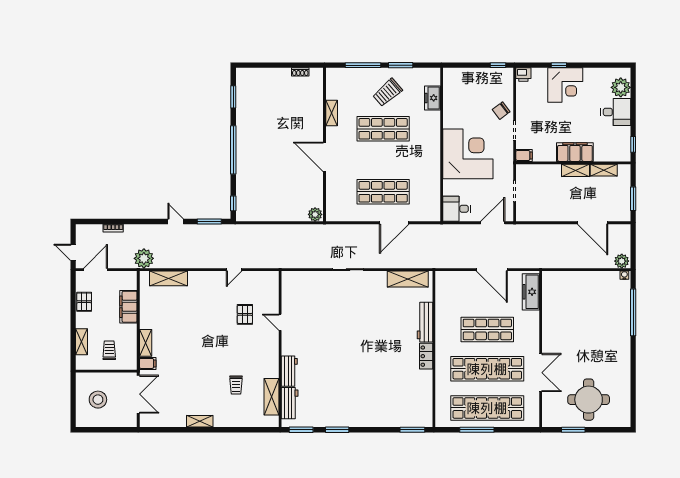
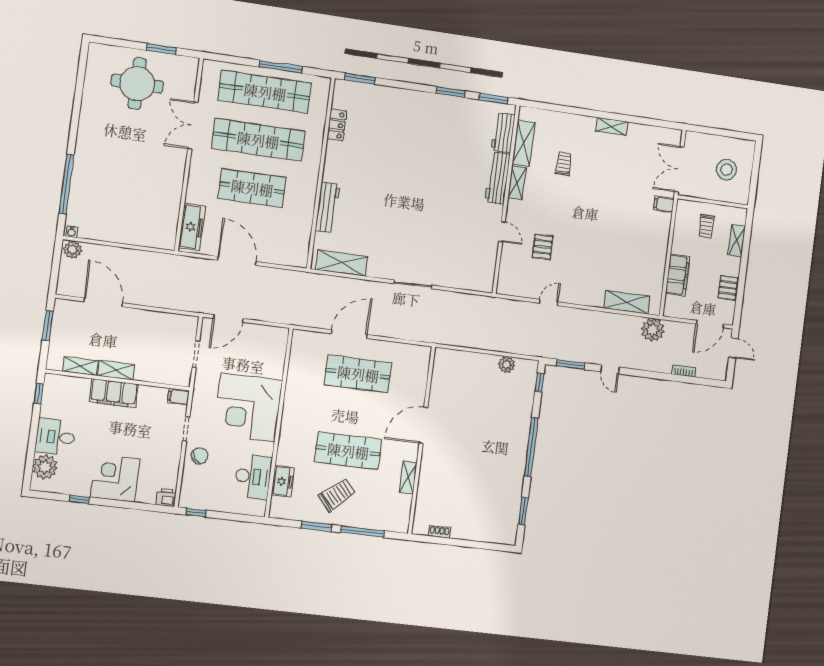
window: (559, 65) -> (79, 499), moved
door: (324, 157) -> (423, 425), swing flipped
desk: (457, 209) -> (253, 477), moved, width x1.37
plant: (315, 214) -> (507, 365), moved
shelving: (146, 343) -> (517, 183), moved
locker: (426, 356) -> (337, 125), moved
workbench: (289, 371) -> (498, 178), width x1.37

